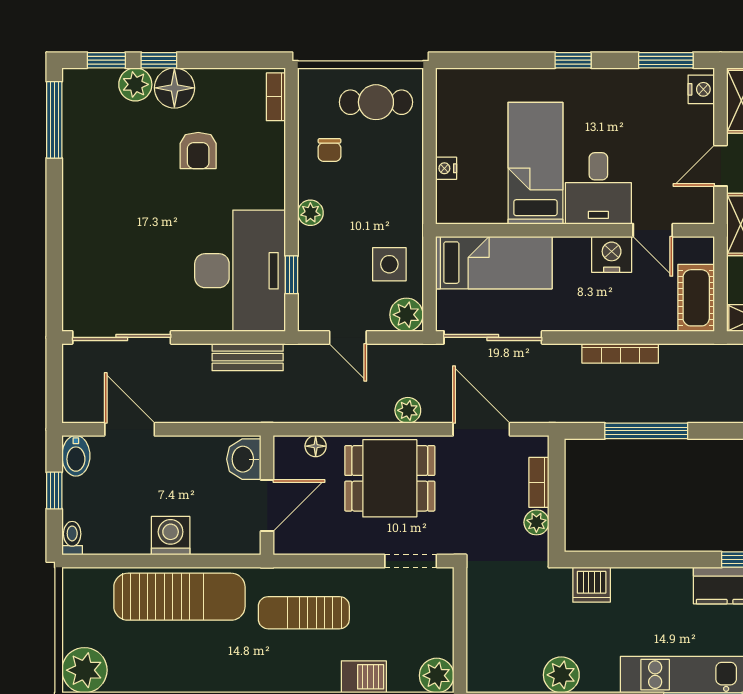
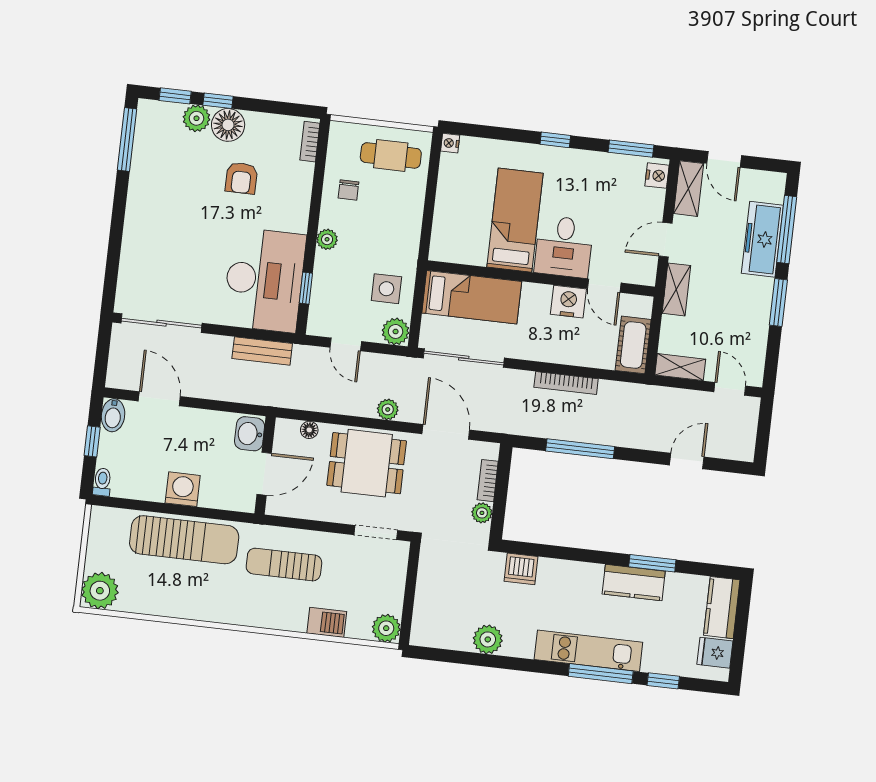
nightstand: (446, 168) -> (450, 143), moved

